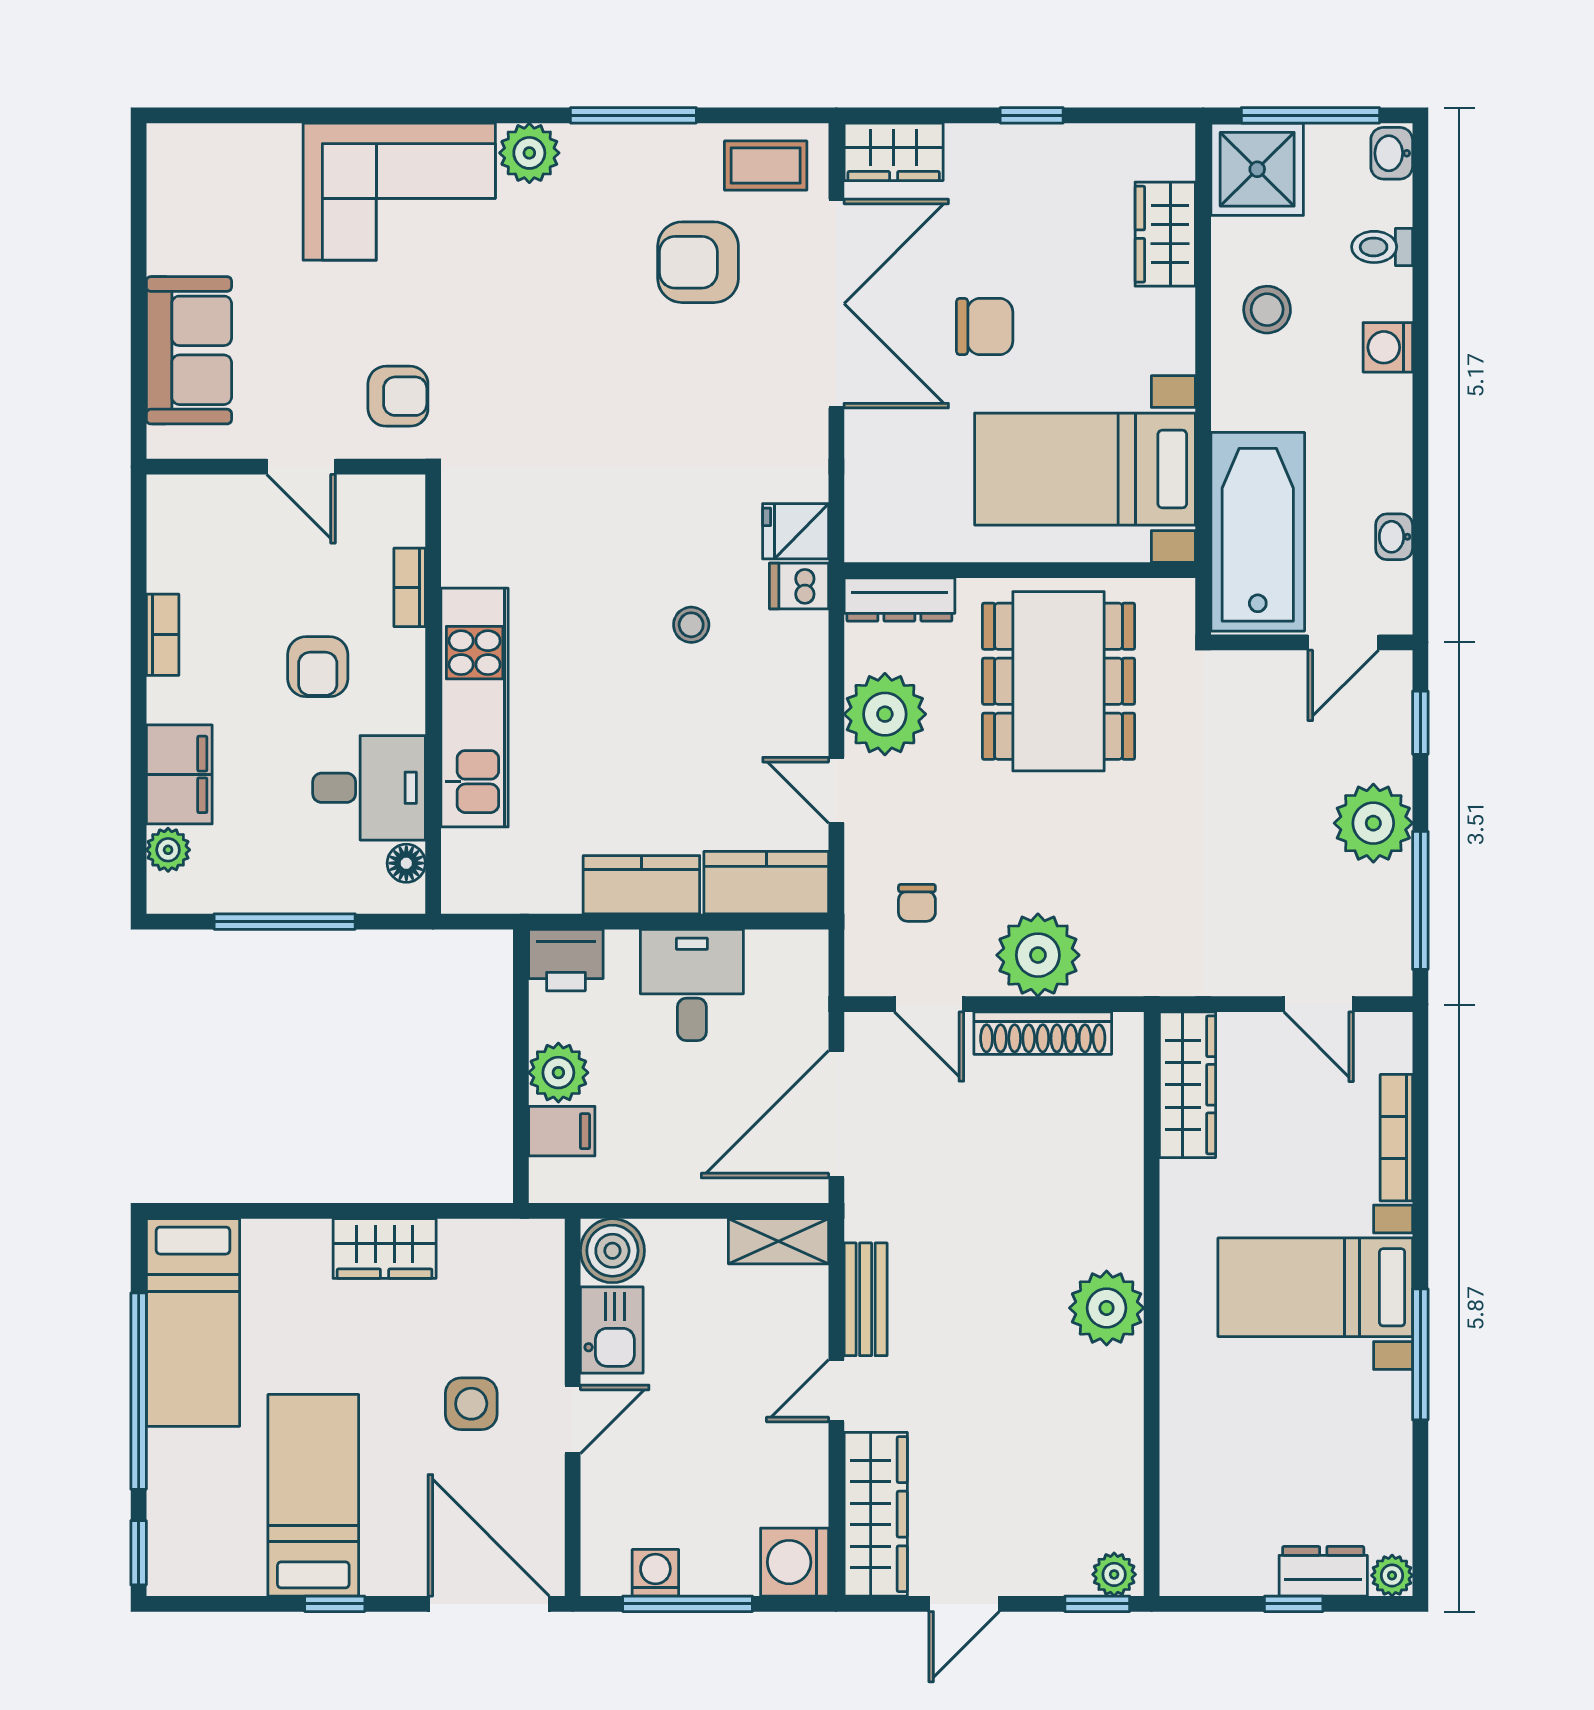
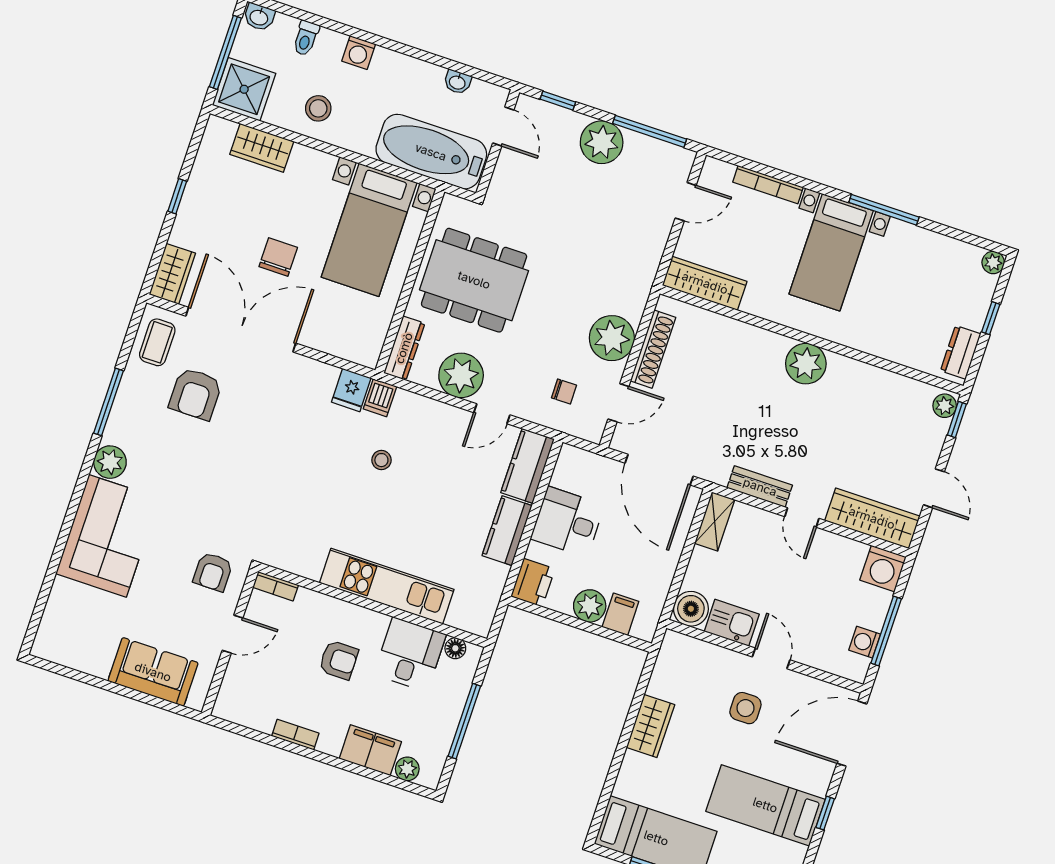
armchair: (398, 396) -> (213, 572), turned 180
bookcase: (410, 587) -> (276, 586), moved
dresser: (1323, 1571) -> (961, 352), moved

